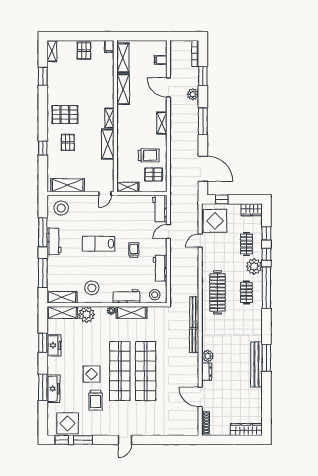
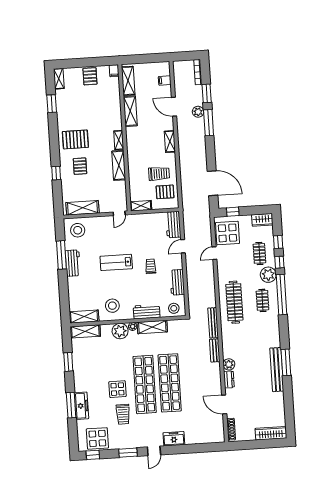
window: (203, 121) -> (209, 123), moved
window: (43, 273) -> (64, 294), removed
plant: (87, 315) -> (120, 331), moved
freezer: (54, 345) -> (174, 439), moved, turned -90
window: (83, 440) -> (128, 453), moved

